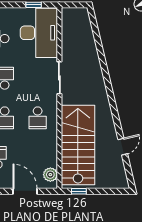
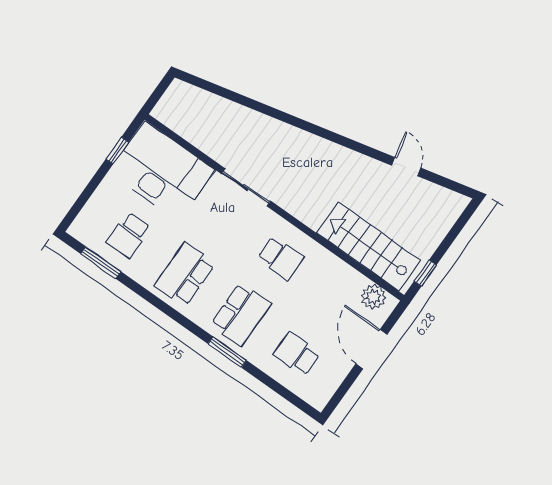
stairs: (78, 145) -> (369, 247), width x0.73, depth x0.66
door: (25, 191) -> (371, 349), hinge flipped

